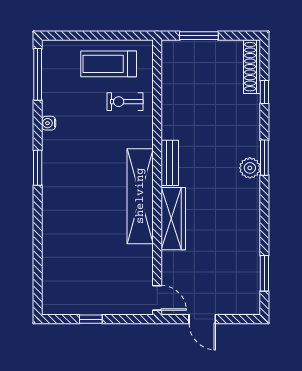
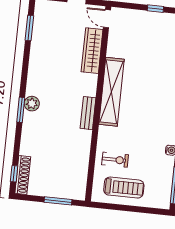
window: (264, 92) -> (14, 174), moved
wardrobe: (173, 219) -> (92, 51), moved

